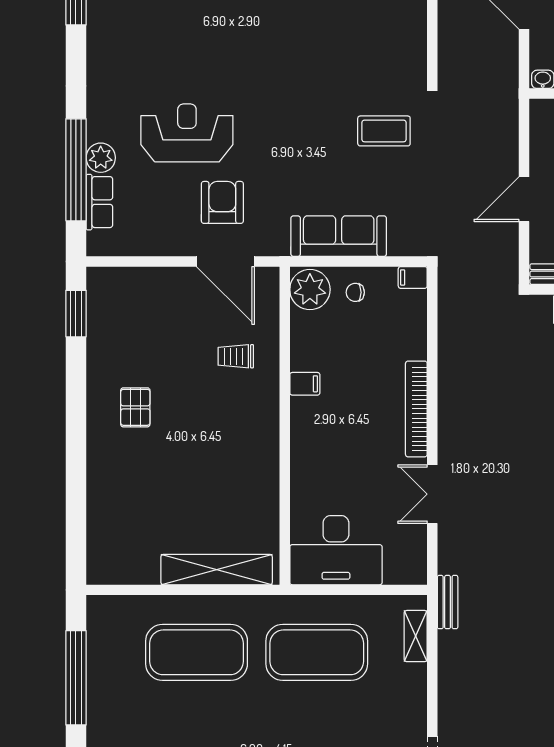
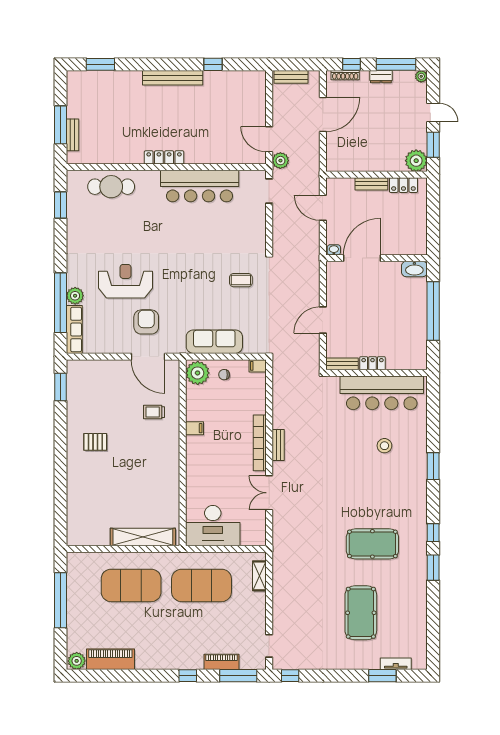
coffee table: (384, 131) -> (241, 280), width x0.73, depth x0.77
row of seats: (99, 202) -> (74, 330), width x1.48
pallet: (135, 407) -> (95, 442), turned 90
bench: (448, 602) -> (278, 445), moved

